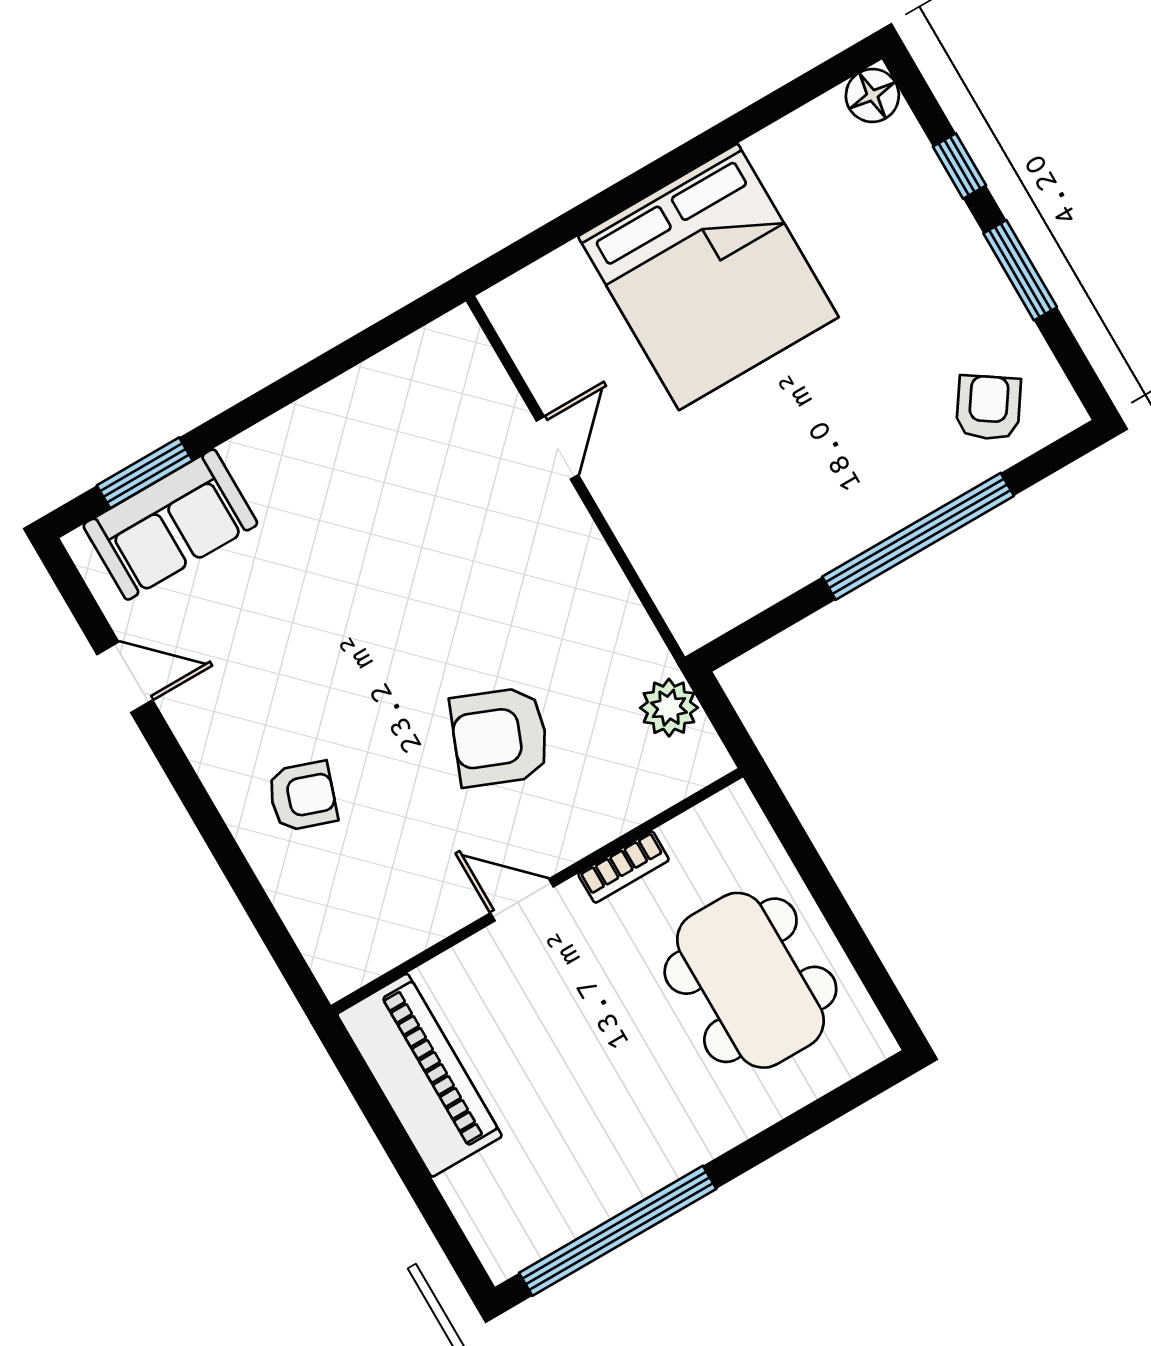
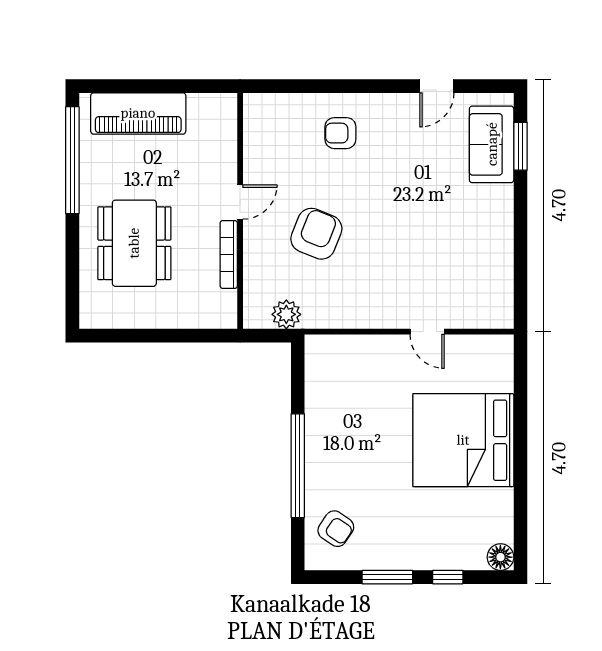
armchair: (302, 796) -> (340, 133), turned 71
bookcase: (624, 867) -> (229, 254), width x1.56
dining table: (750, 980) -> (134, 243), moved, turned 90
piano: (420, 1075) -> (138, 113), moved

